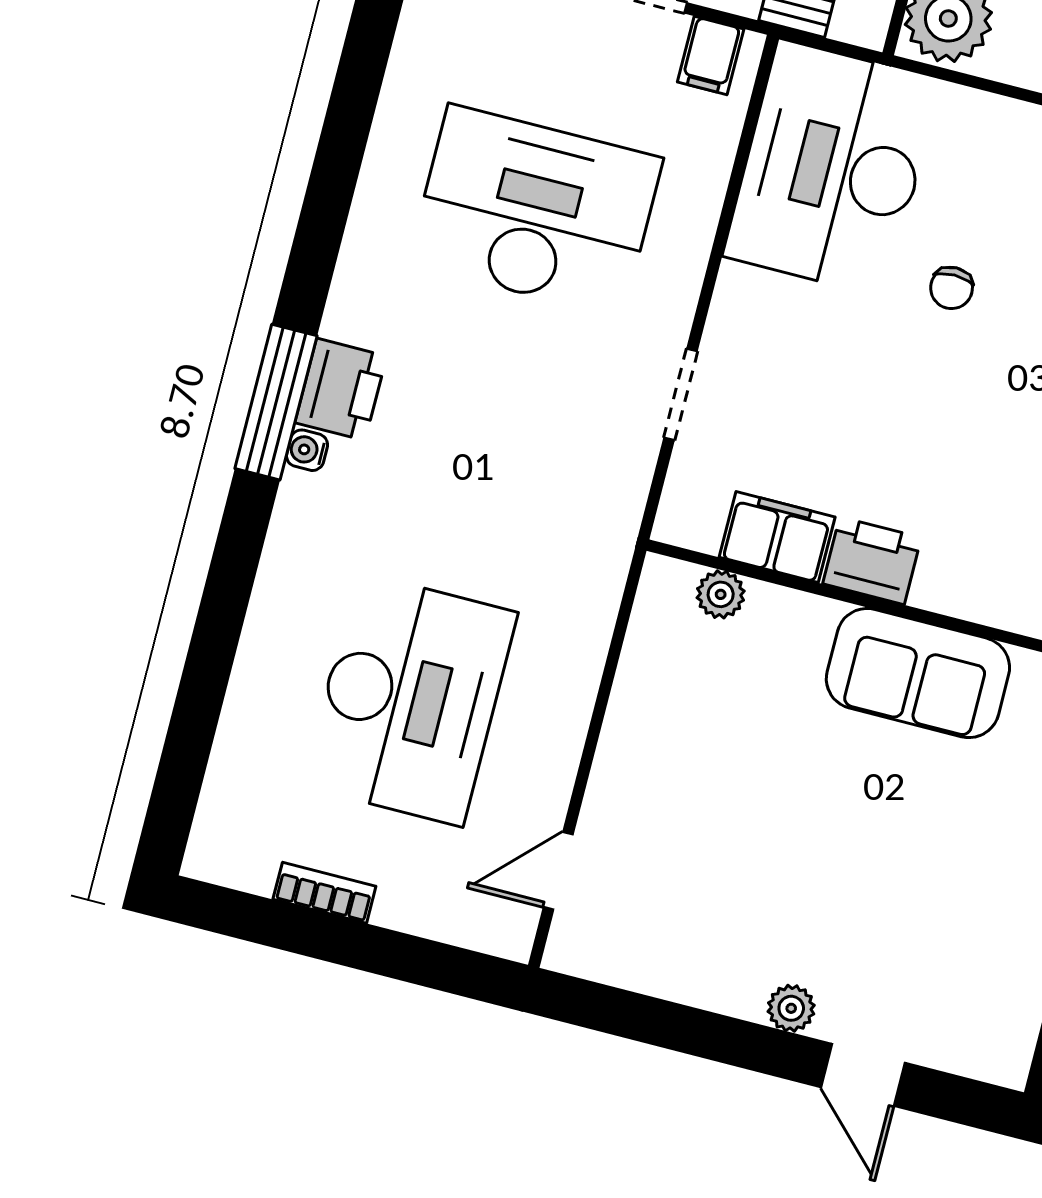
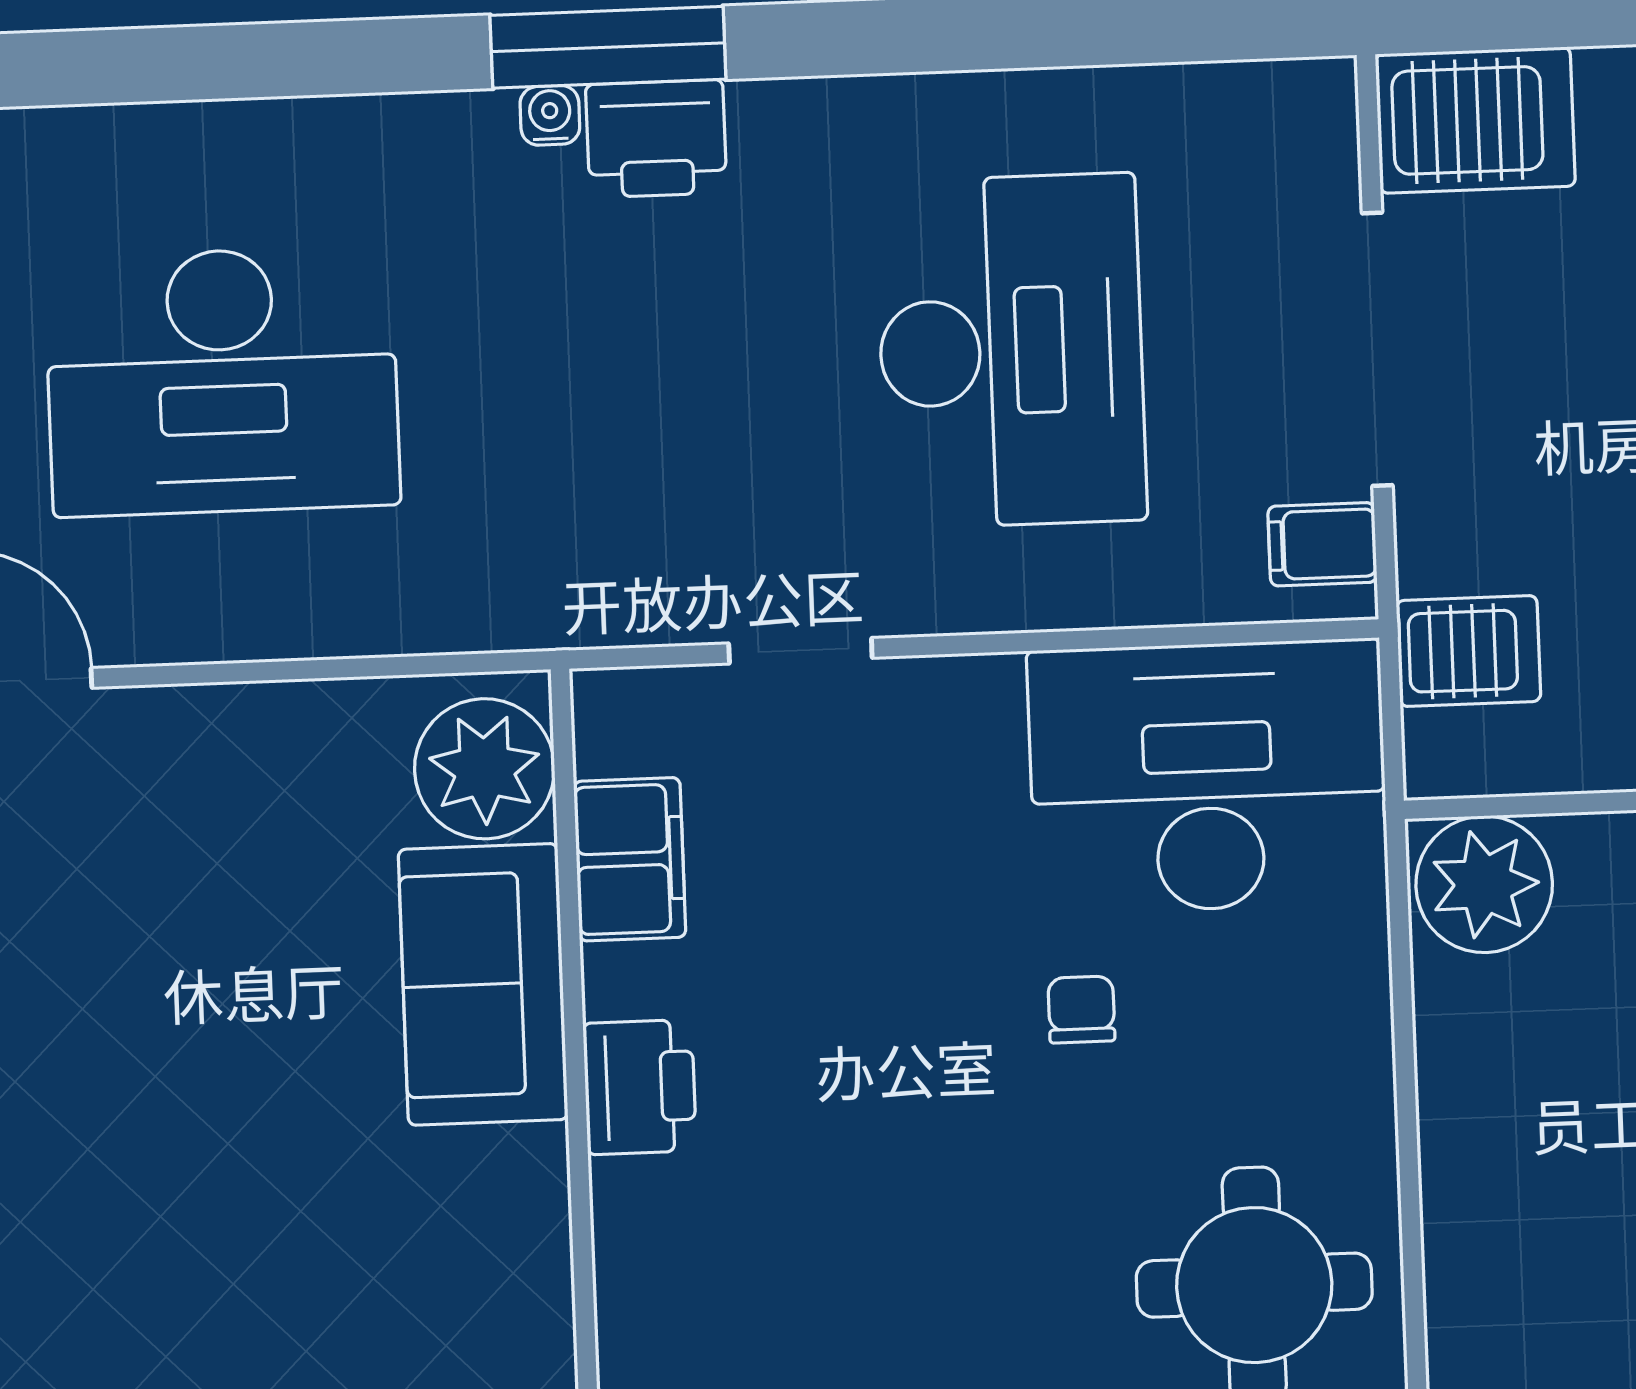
chair: (952, 288) -> (1081, 1010), turned 90
printer: (872, 561) -> (640, 1087), moved
plant: (721, 594) -> (485, 769), width x1.88, depth x1.88
sofa: (918, 673) -> (483, 984), moved

